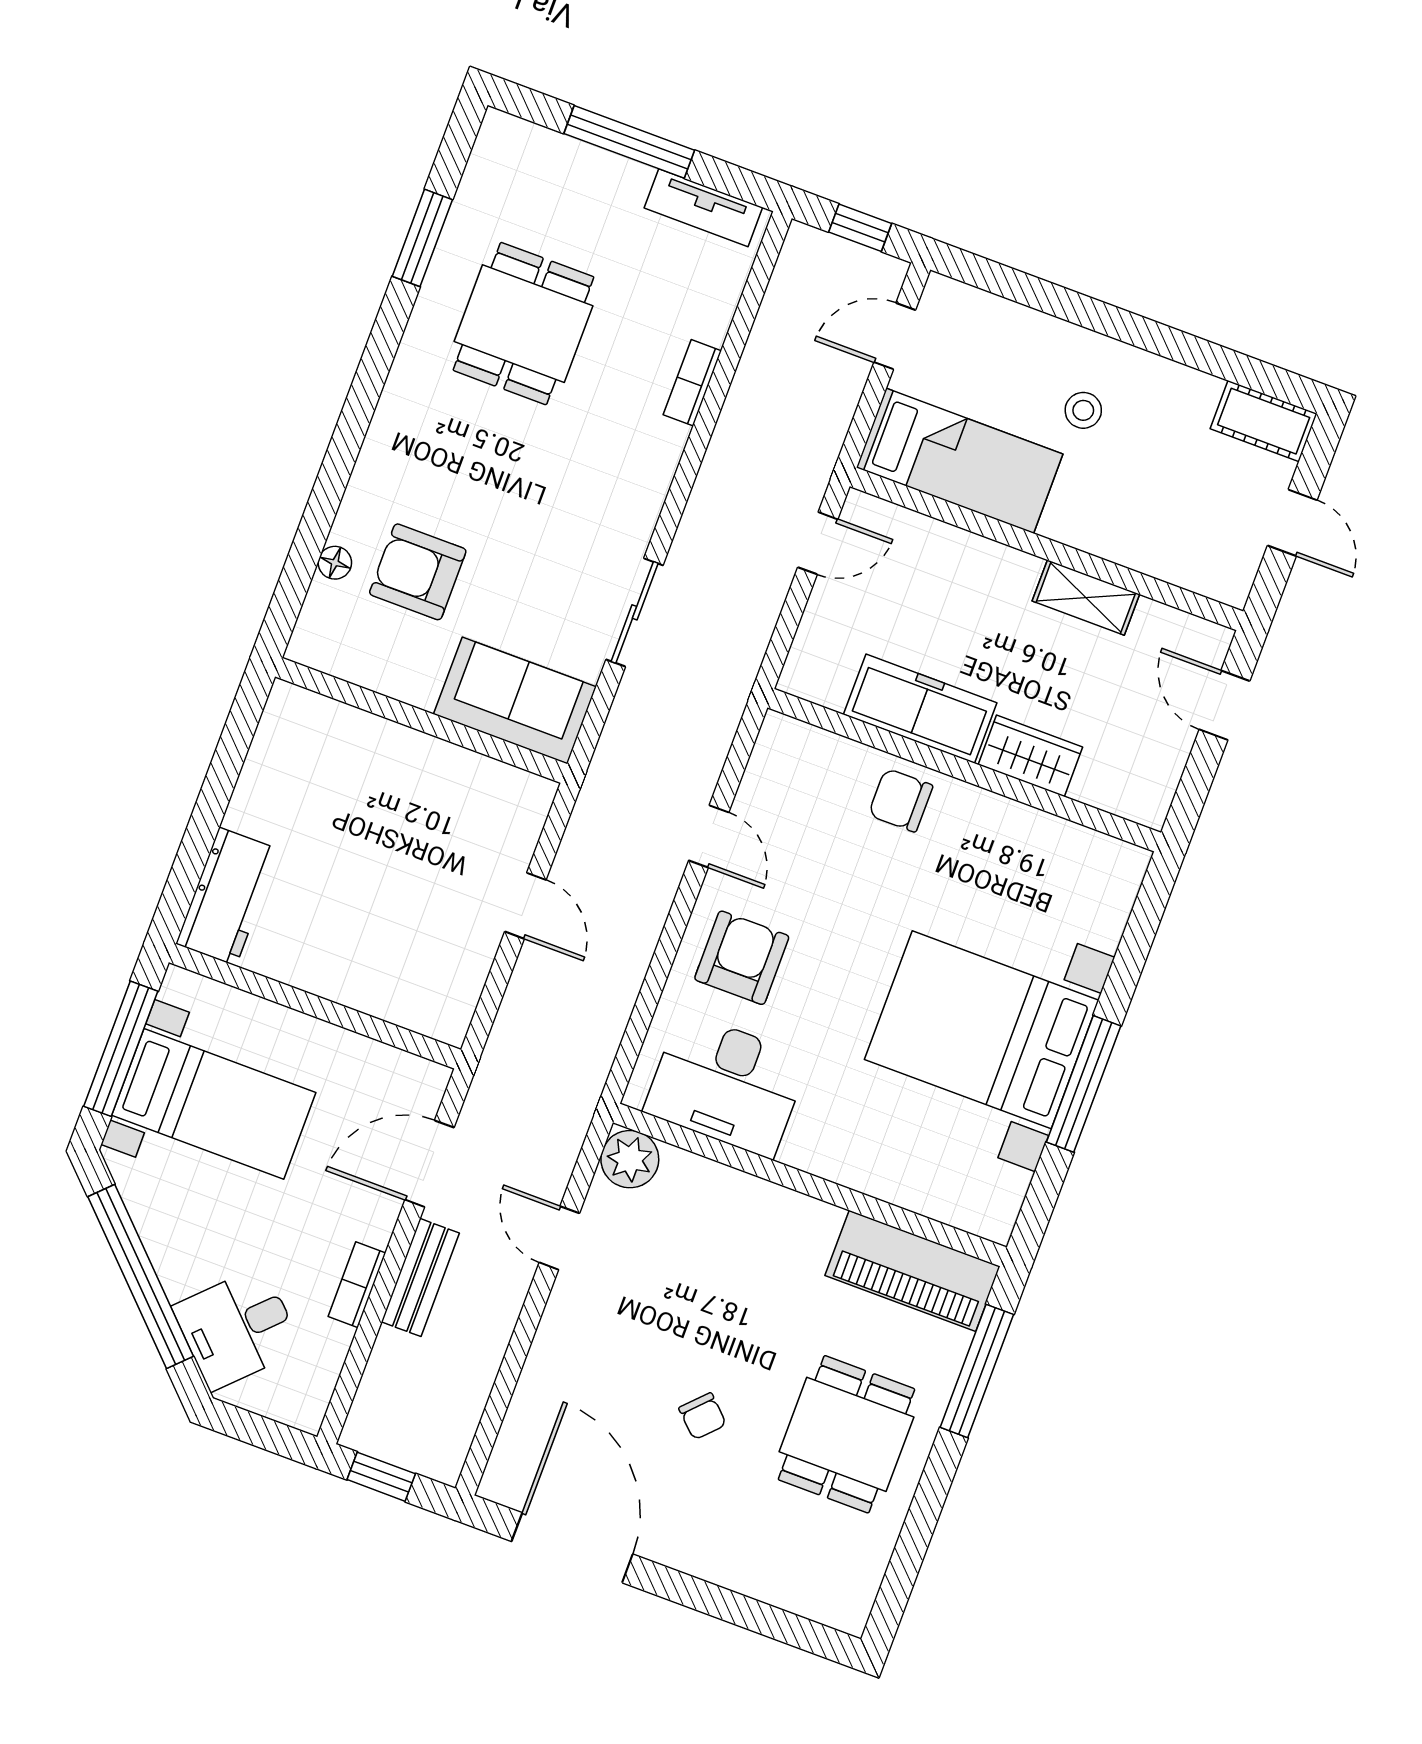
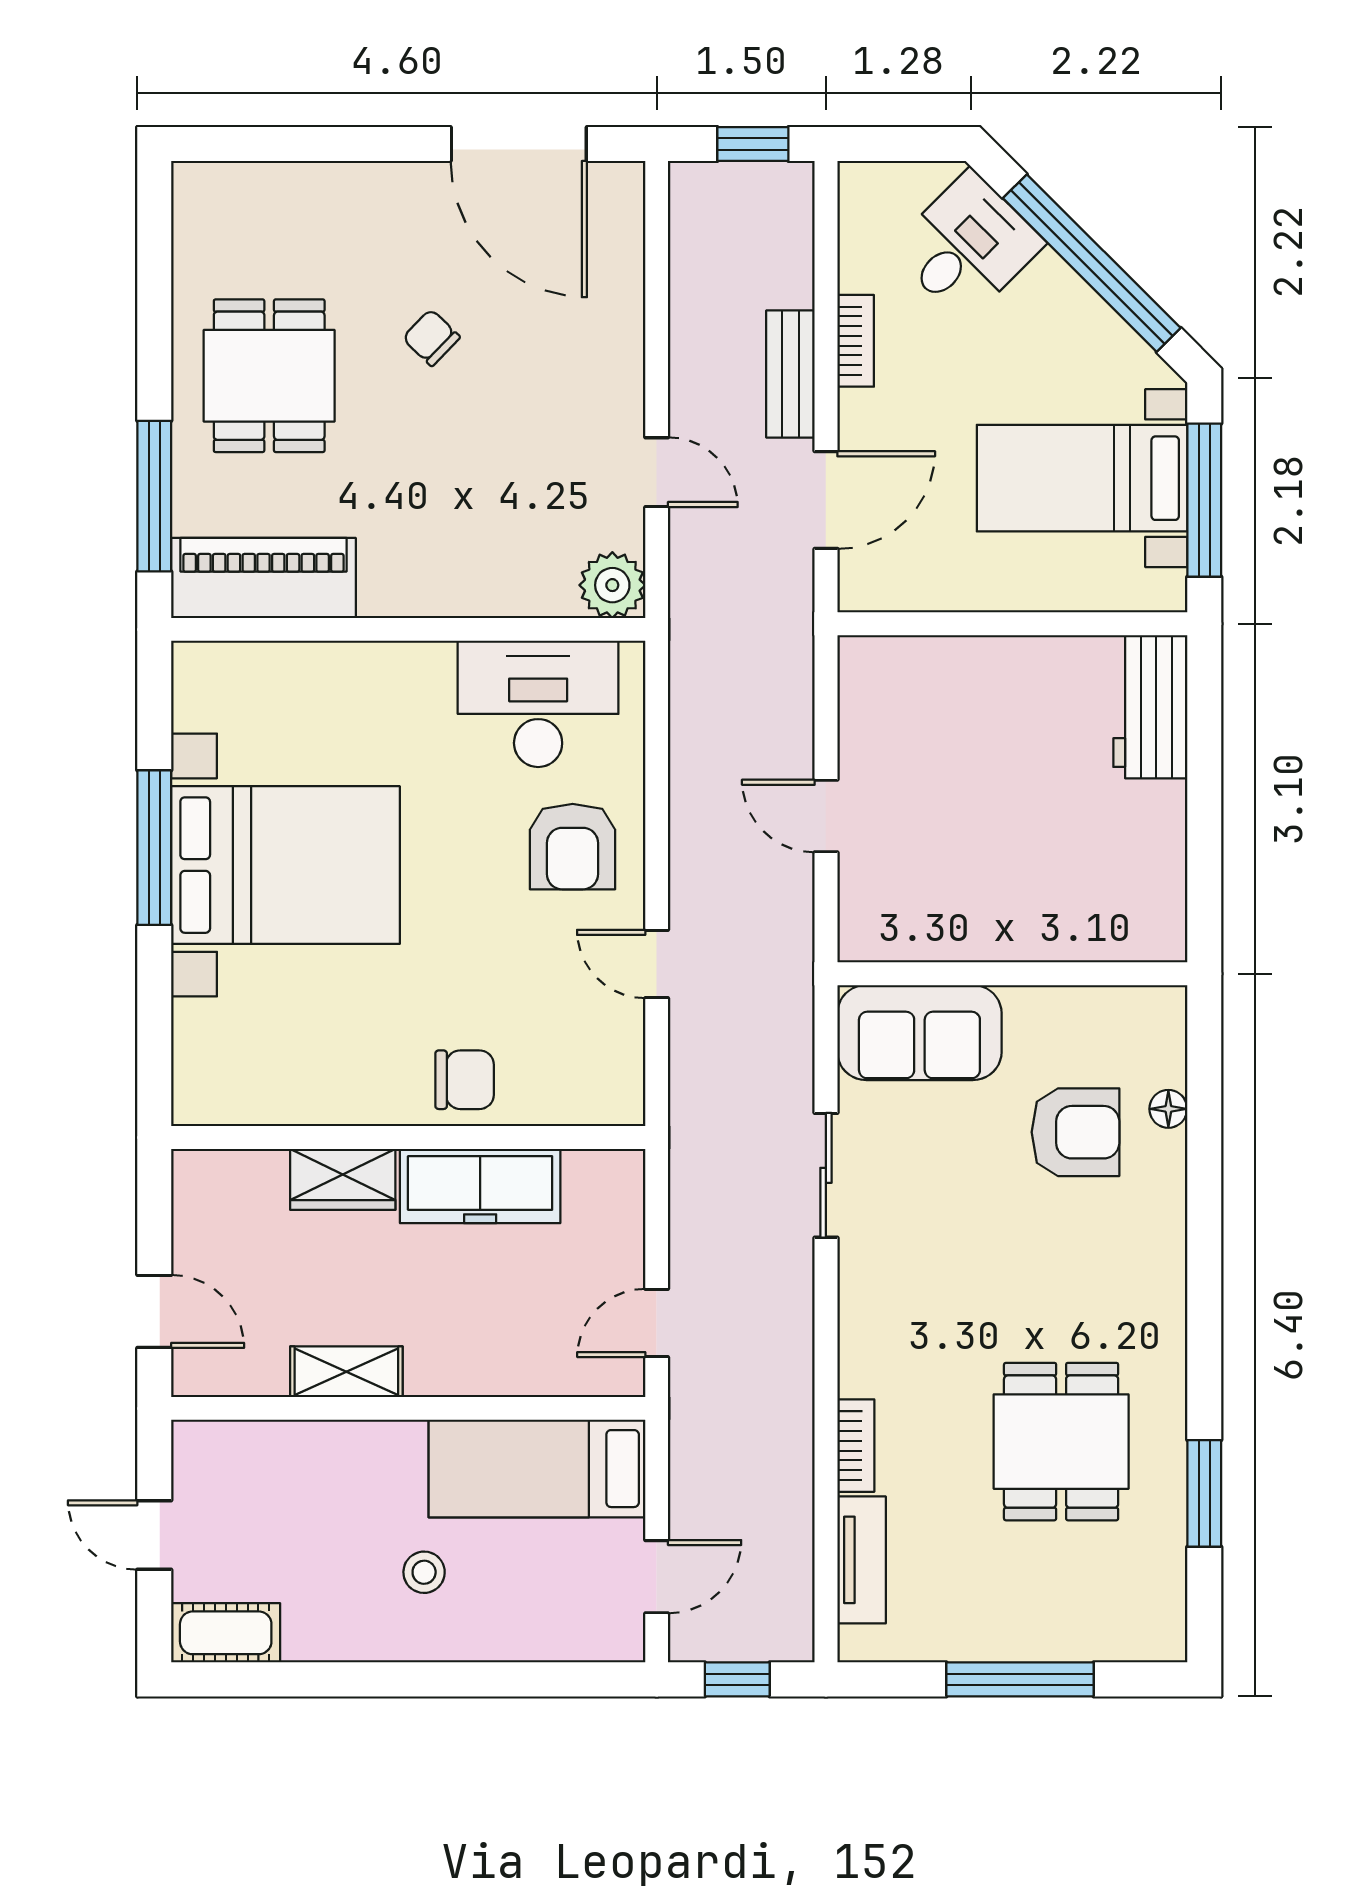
tv unit: (703, 208) -> (862, 1560), moved, turned 90

